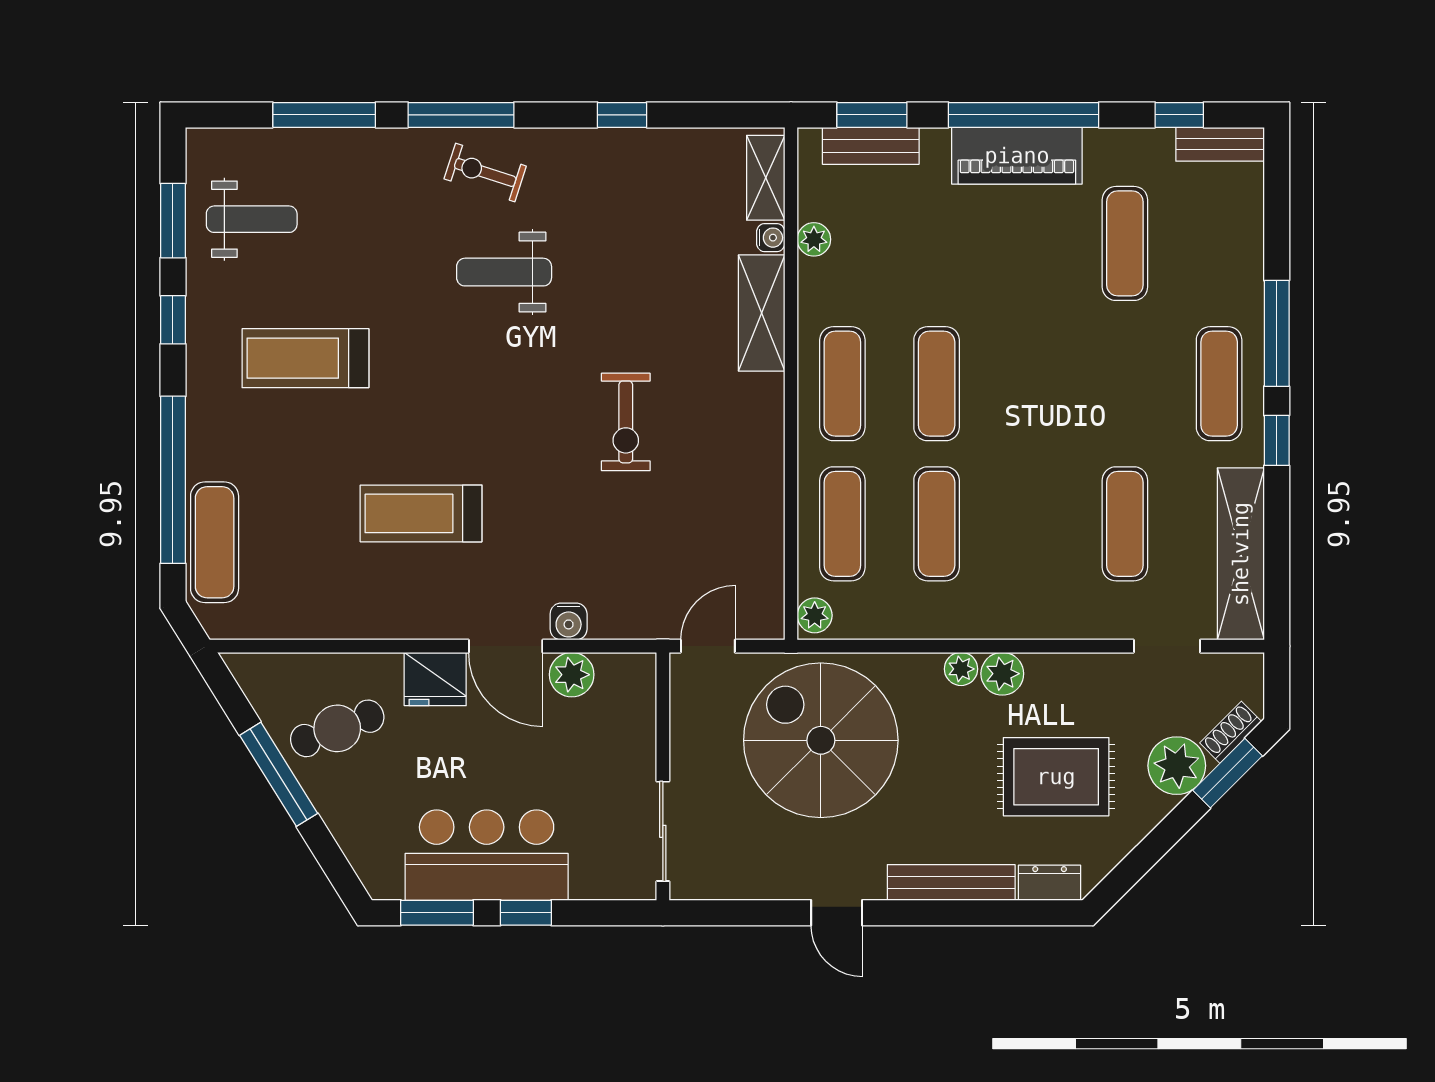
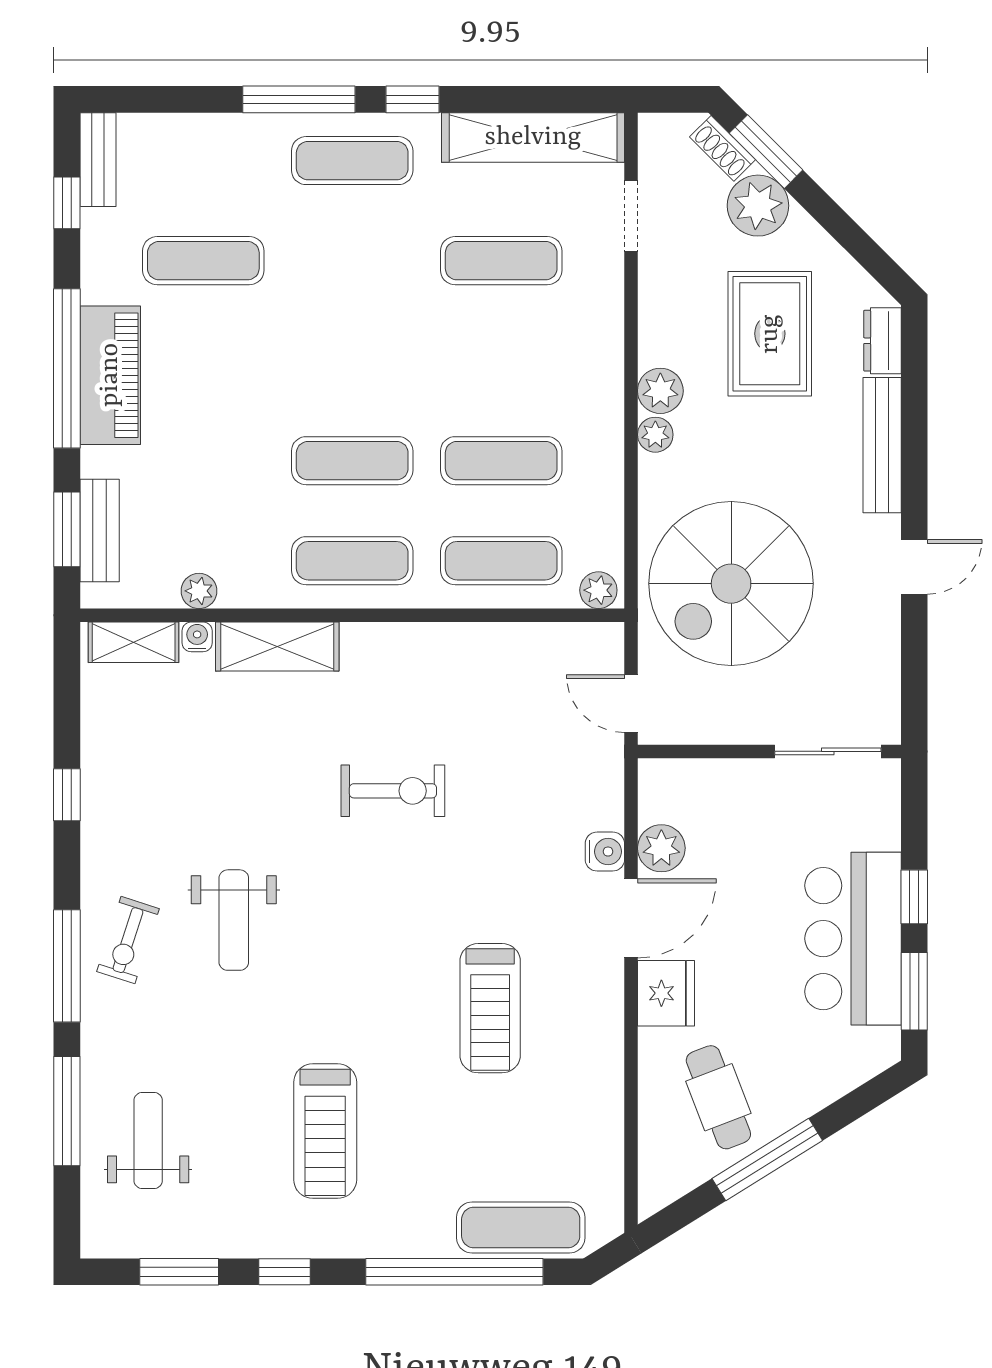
weight bench: (252, 219) -> (148, 1141), moved

